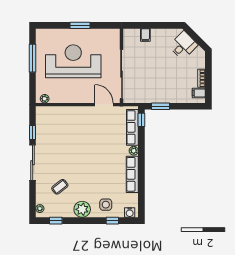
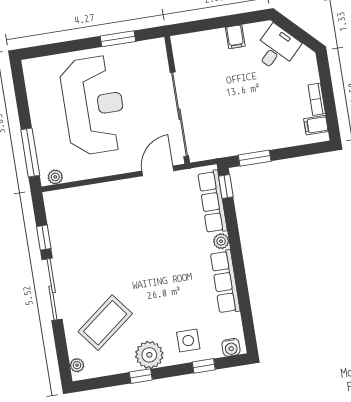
window: (80, 25) -> (118, 39), moved
filing cabinet: (145, 35) -> (235, 37), moved
window: (33, 58) -> (30, 152), moved
reception desk: (73, 61) -> (94, 105), turned 90
door: (104, 105) -> (158, 171), hinge flipped
coffee table: (60, 187) -> (105, 323), width x1.86, depth x1.72
window: (56, 221) -> (141, 376), moved

